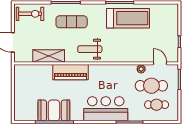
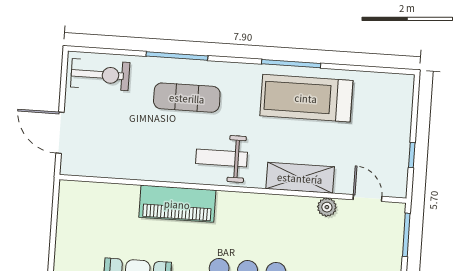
treadmill: (128, 18) -> (306, 98), turned 180
shelving: (49, 56) -> (300, 178), moved
cafe table: (151, 86) -> (346, 244), removed

